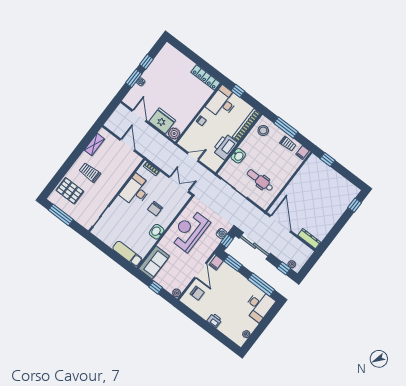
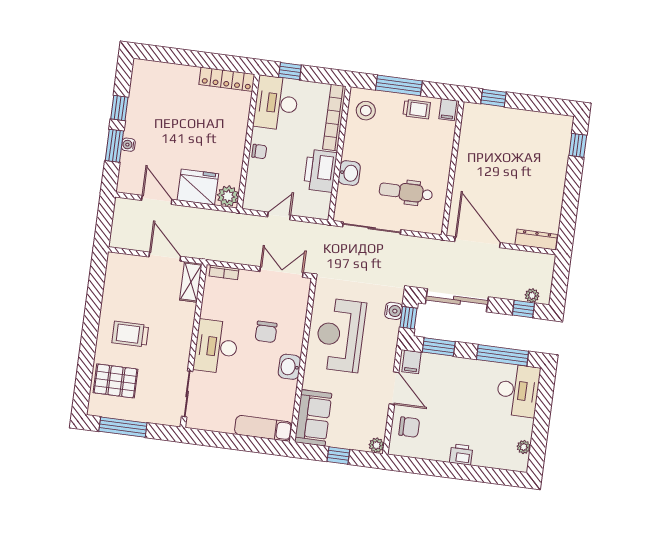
shelving: (94, 144) -> (191, 282), moved
desk: (136, 190) -> (216, 347), moved

